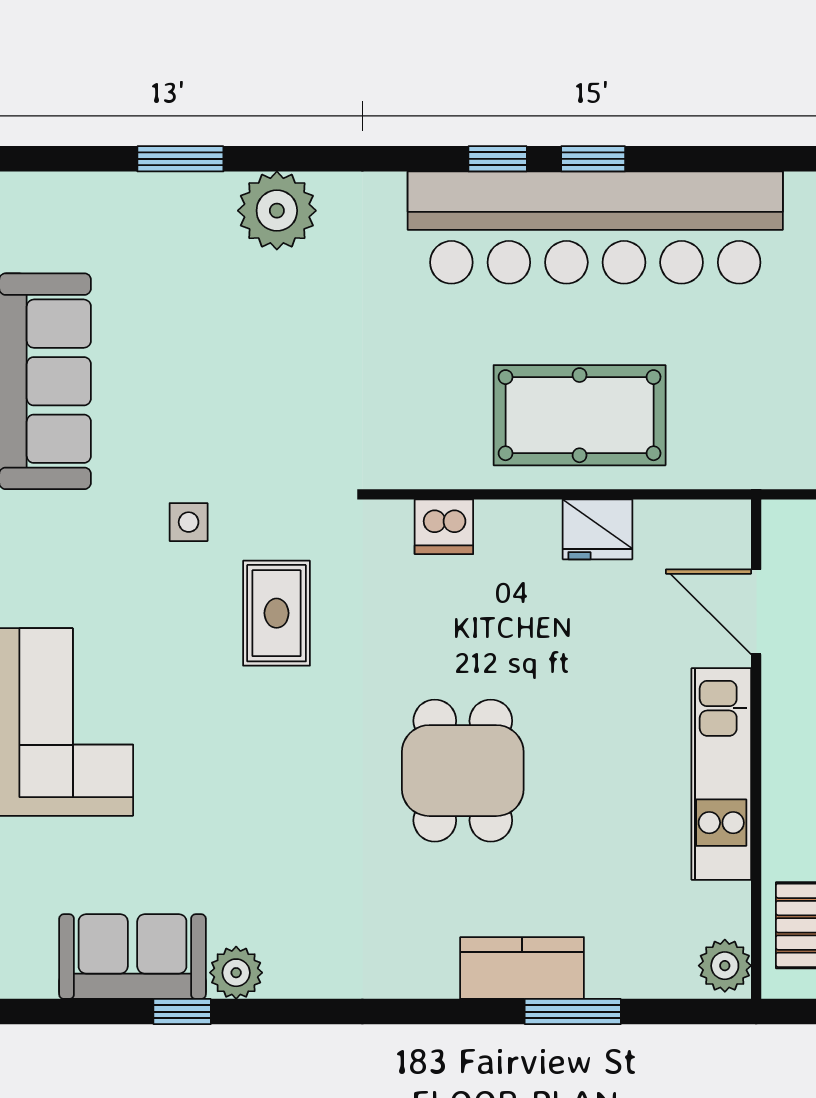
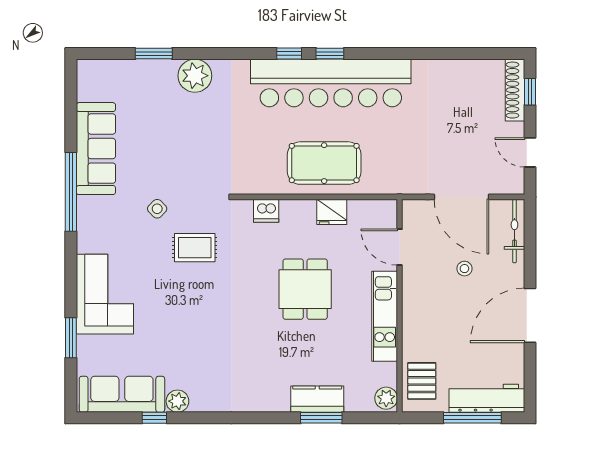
side table: (189, 522) -> (157, 209), turned 45
rug: (277, 613) -> (195, 248), turned 90
dining table: (463, 771) -> (305, 289), moved
sofa: (133, 957) -> (122, 394), width x1.36
kitchen counter: (522, 968) -> (317, 399), moved

